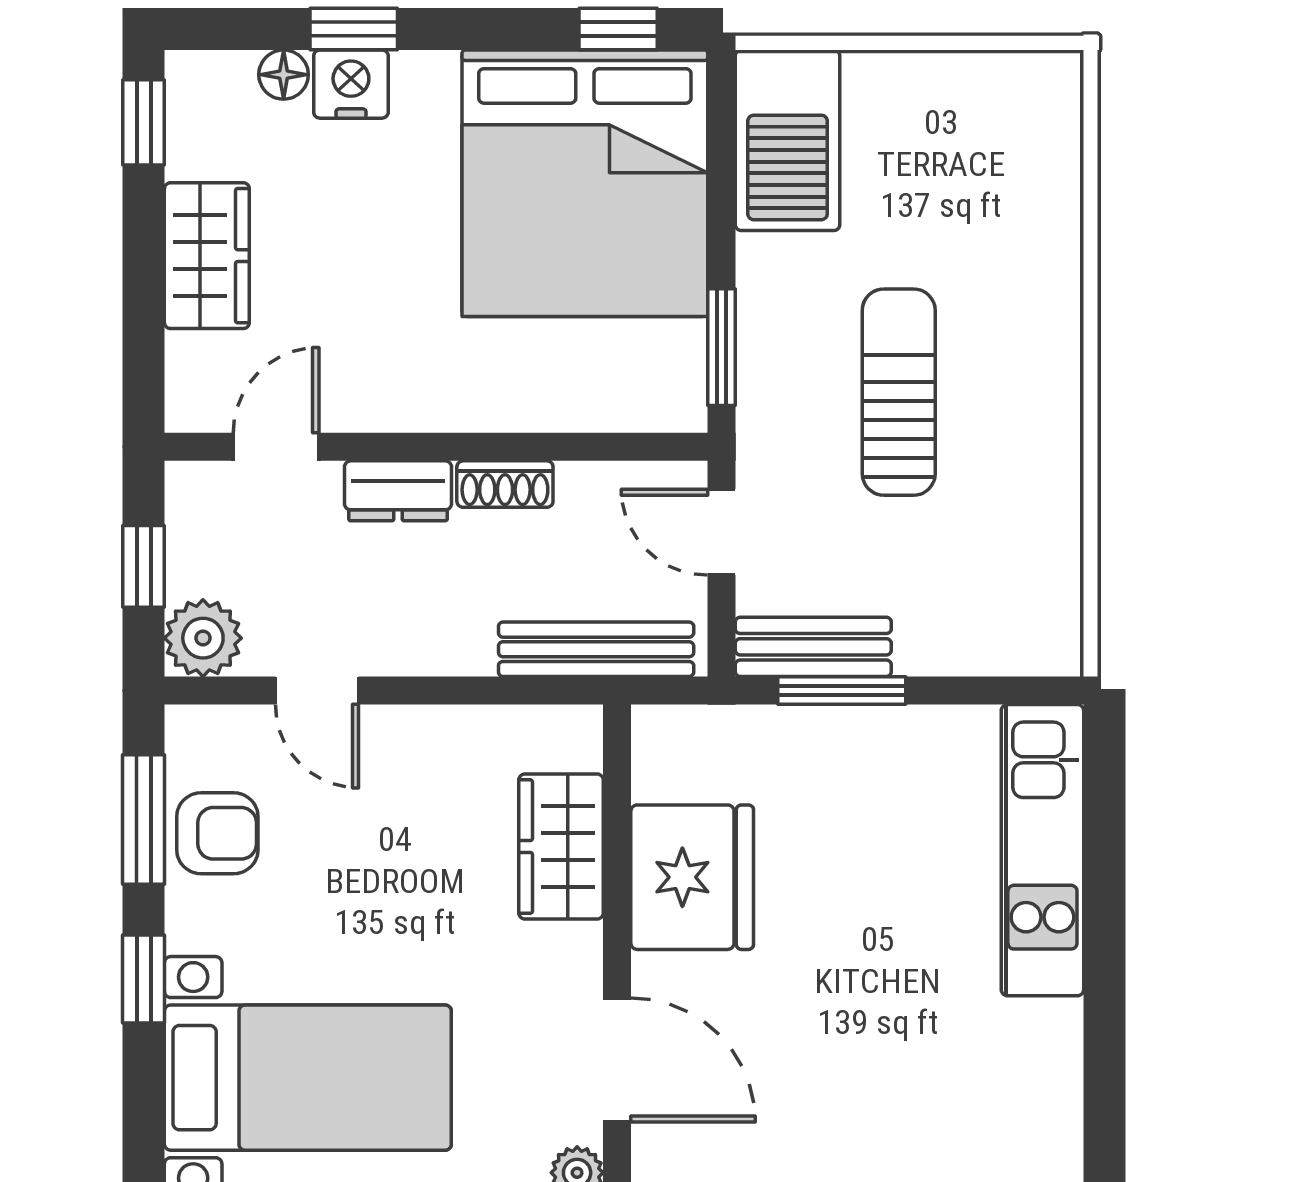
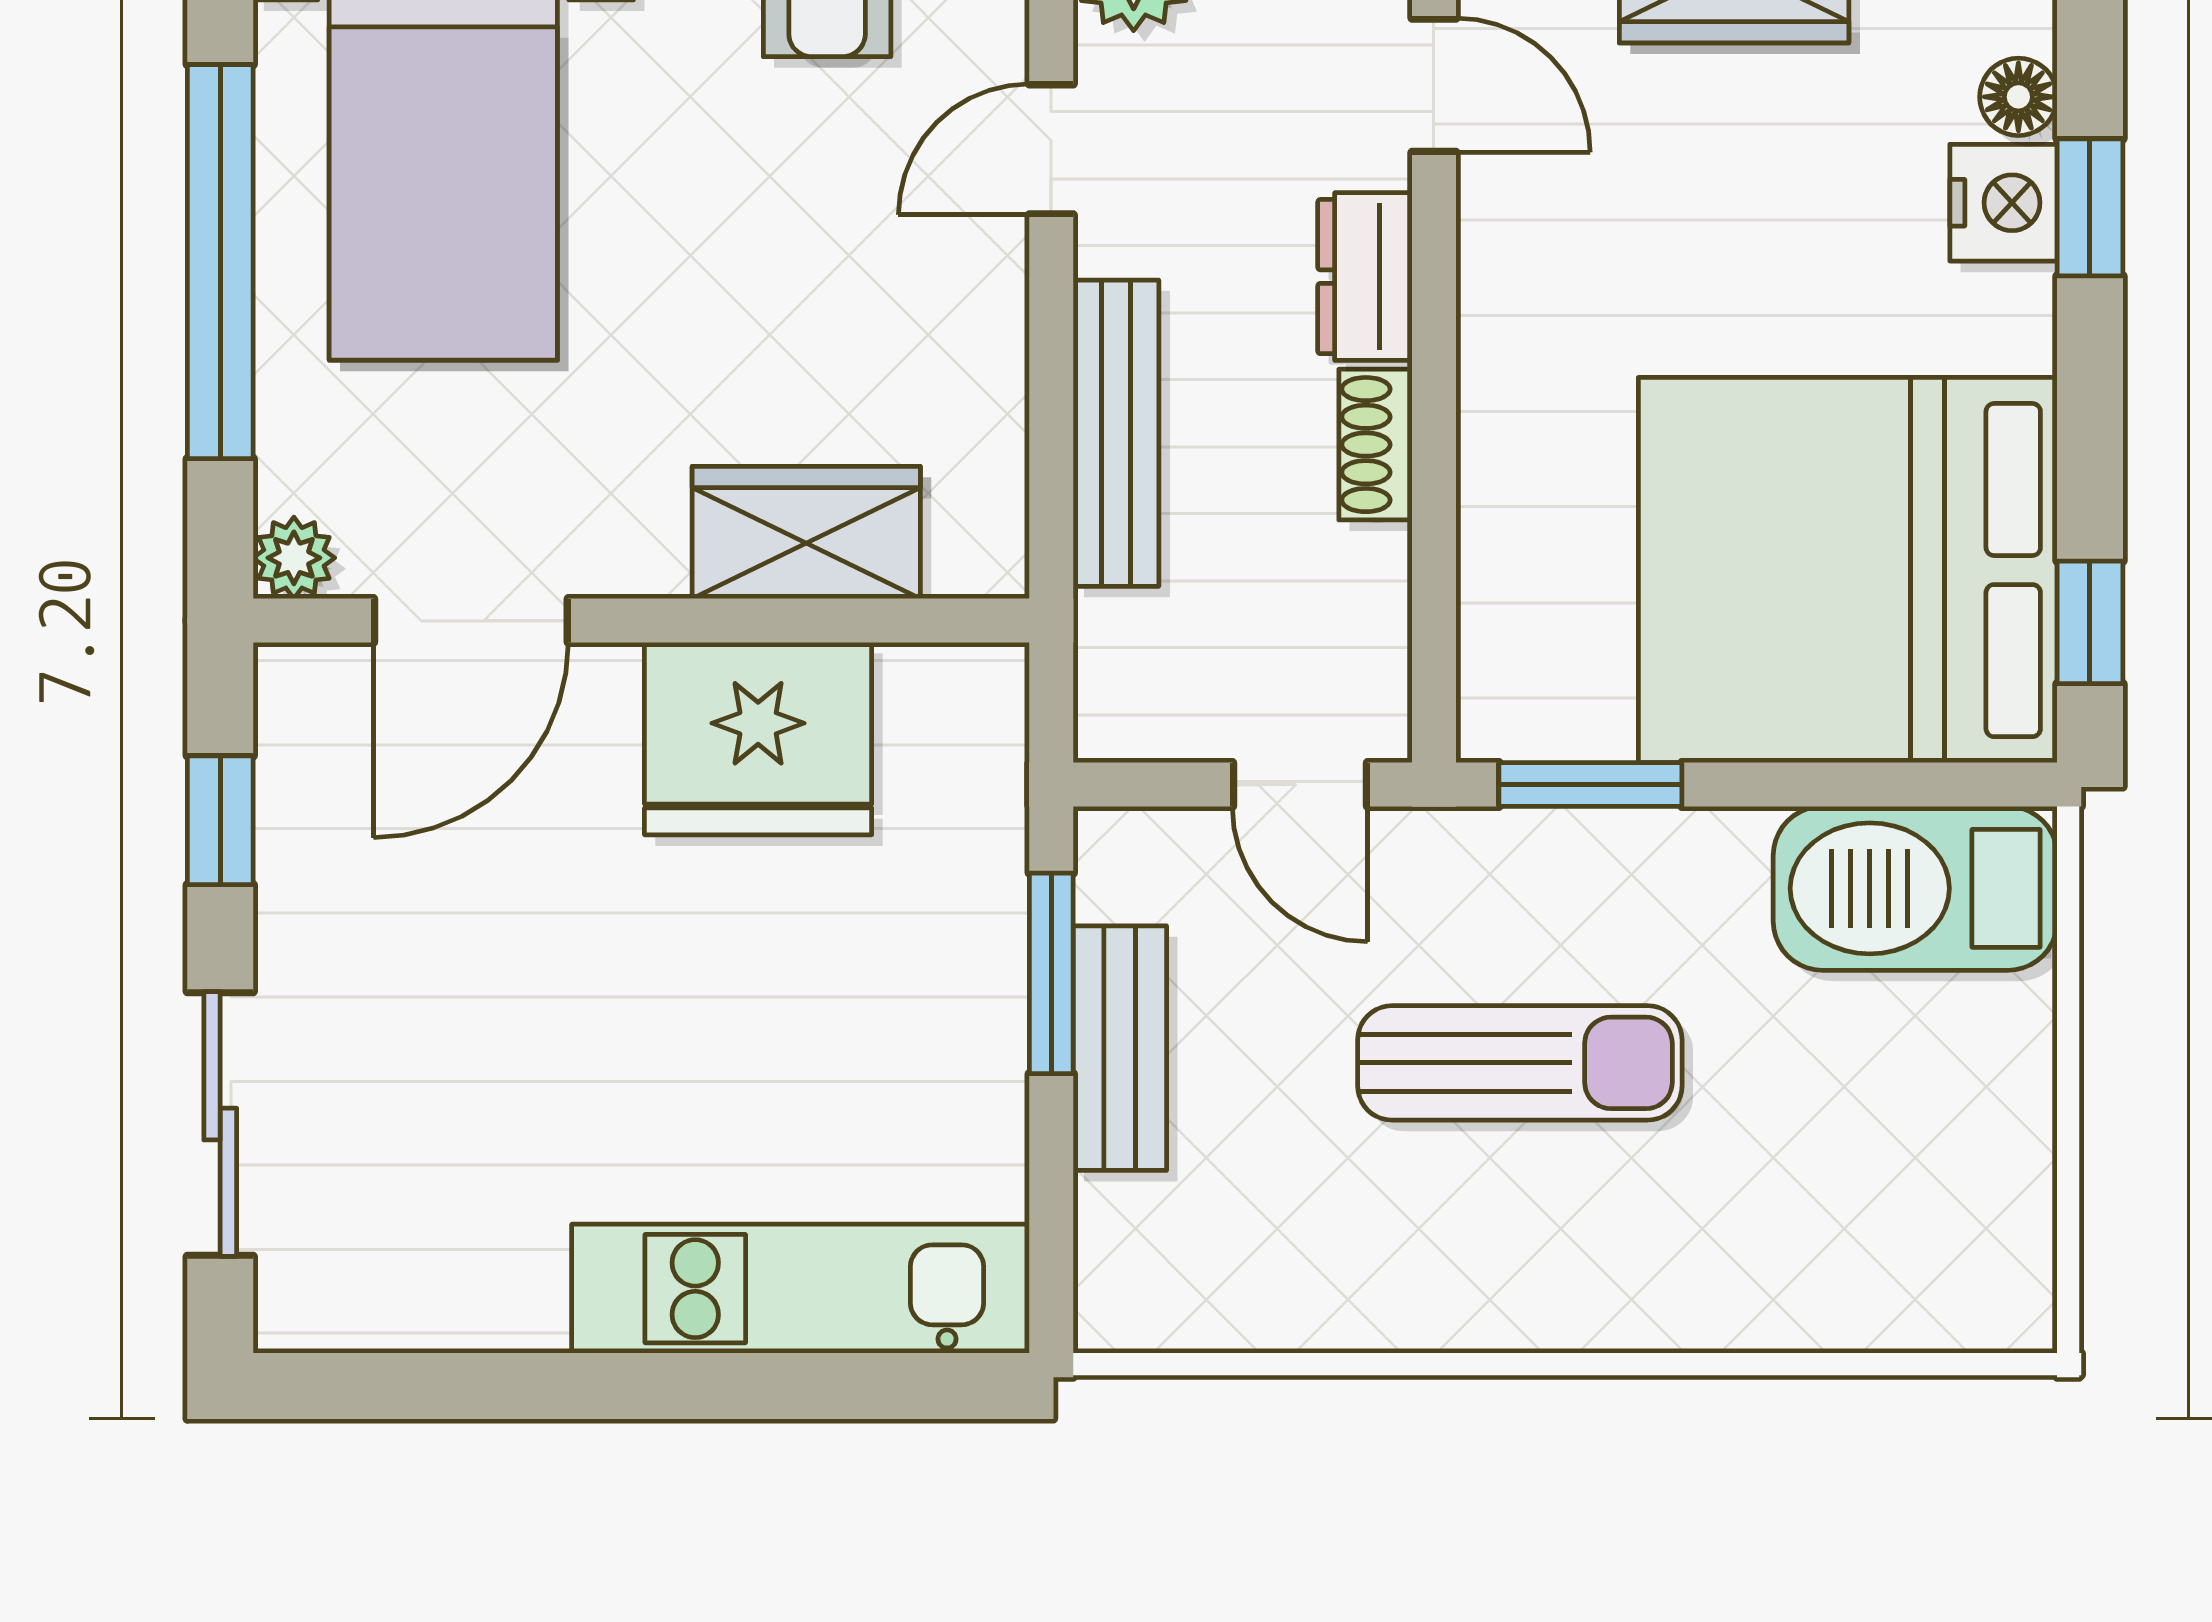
door: (721, 532) -> (1300, 785), swing flipped
bench: (813, 647) -> (1120, 1048), moved
bench: (596, 649) -> (1116, 433), moved

